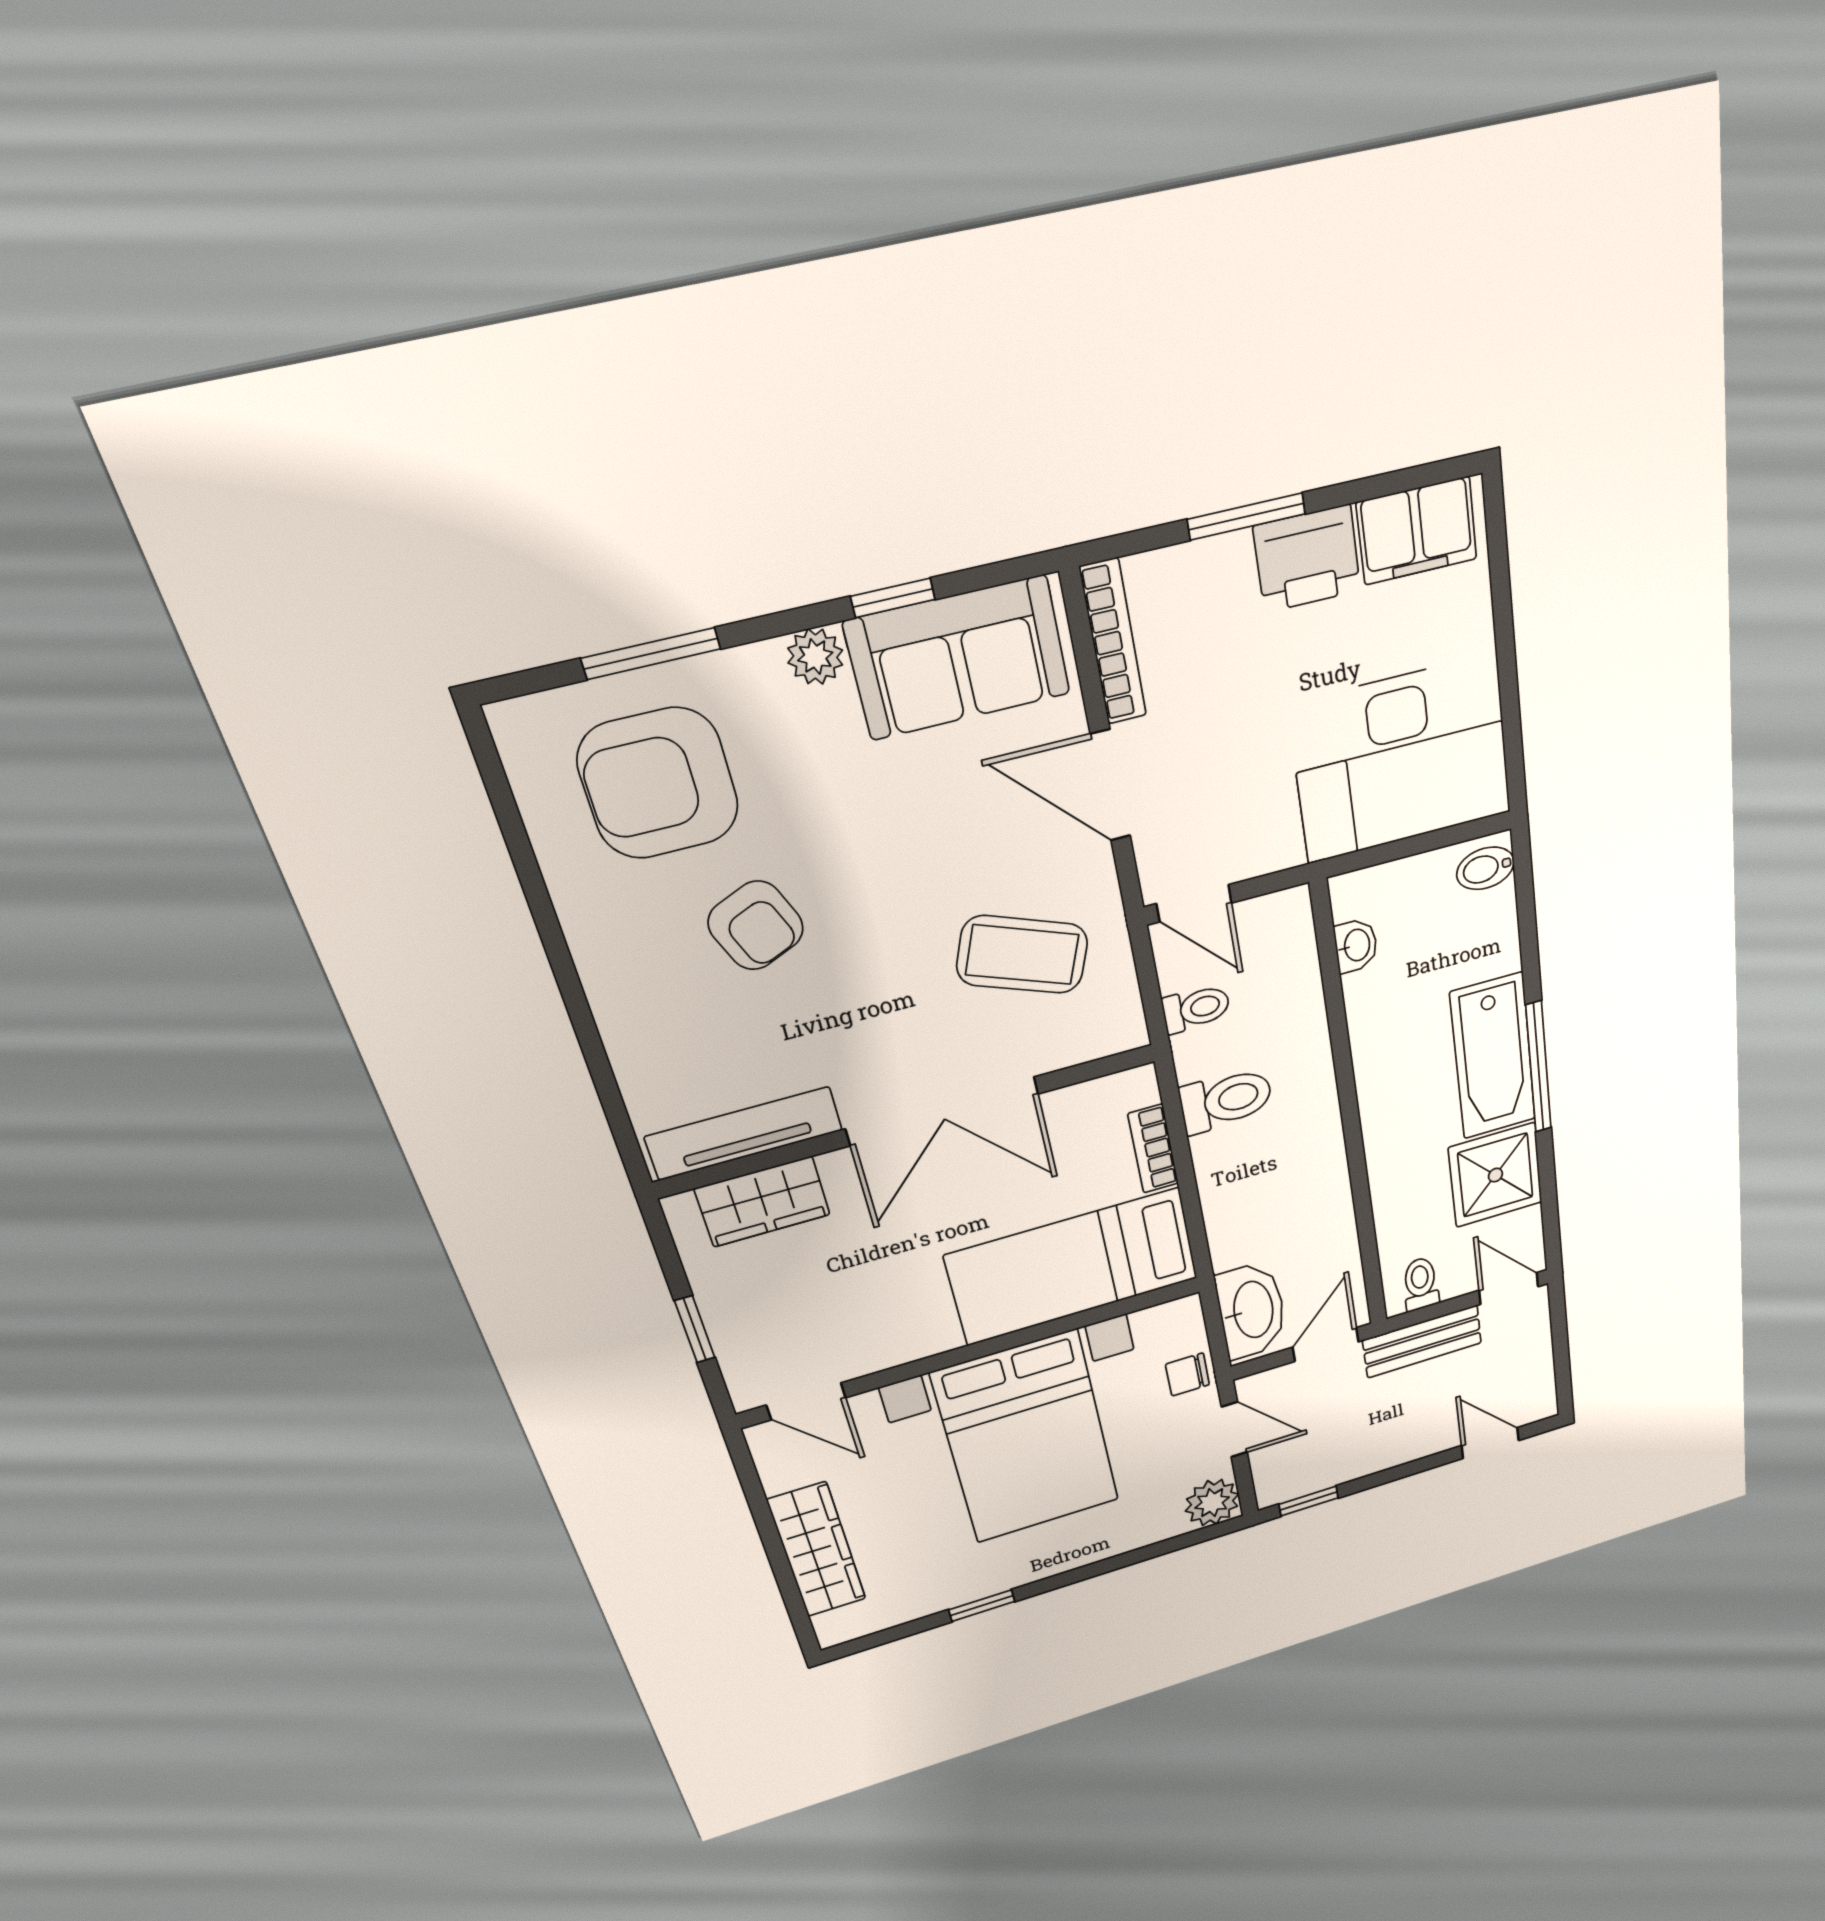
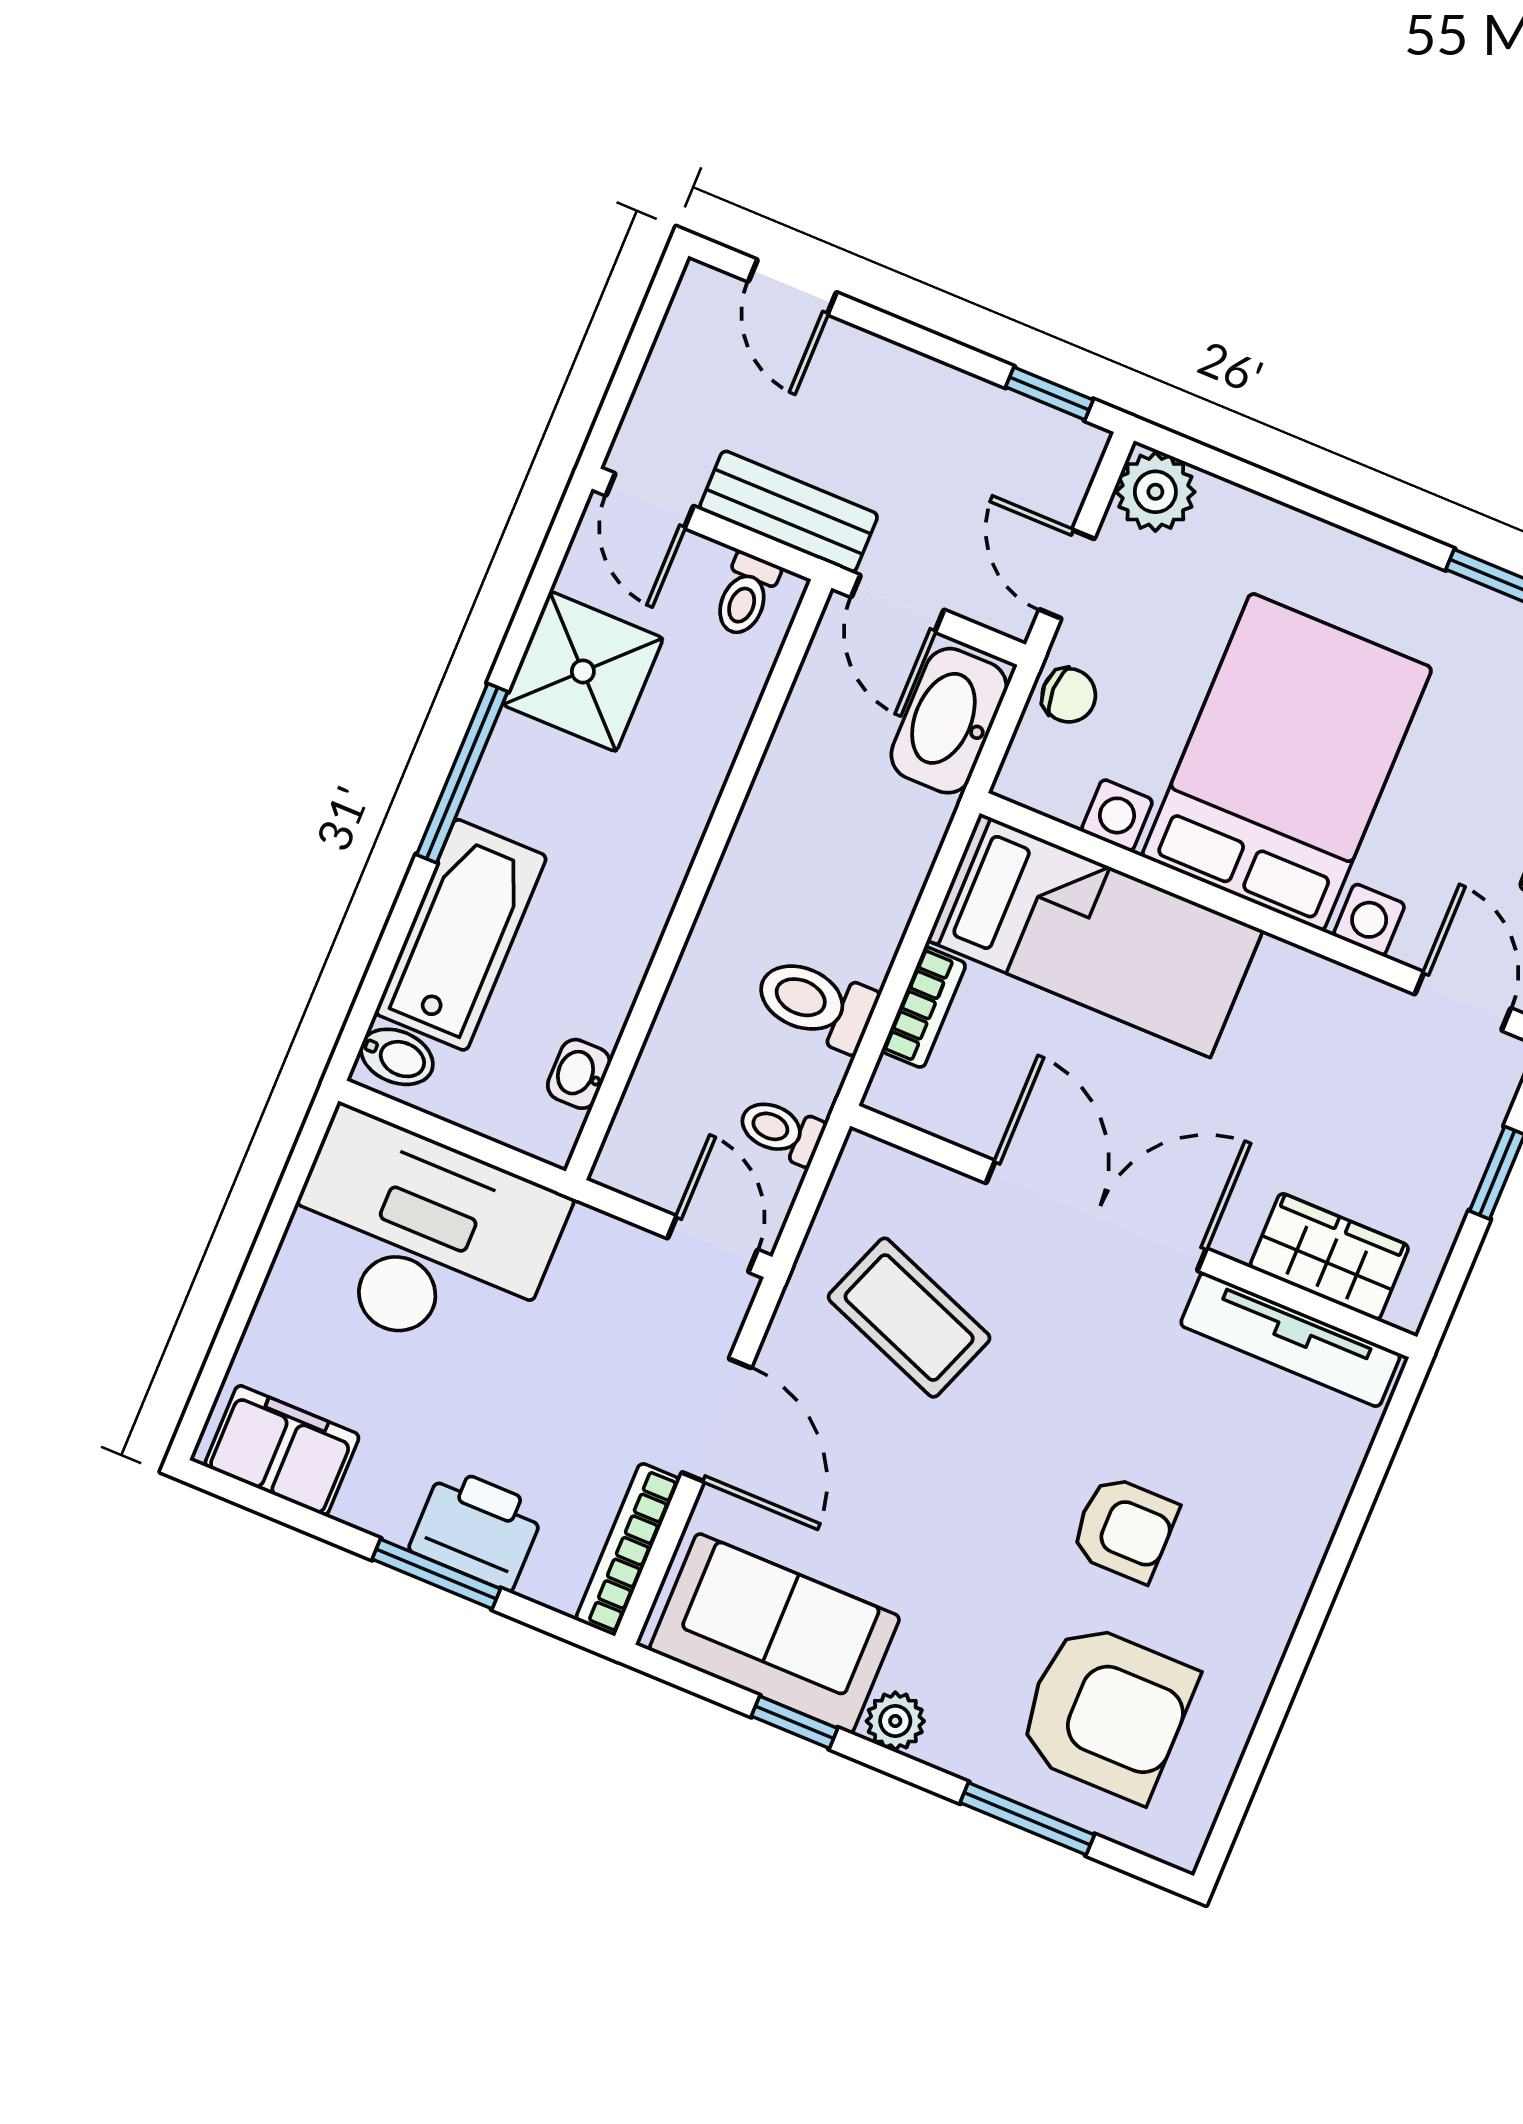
printer: (1307, 559) -> (477, 1529), moved
armchair: (756, 926) -> (1124, 1529), turned 113
bathtub: (1493, 1057) -> (461, 935), moved
door: (1326, 1345) -> (898, 603), hinge flipped

